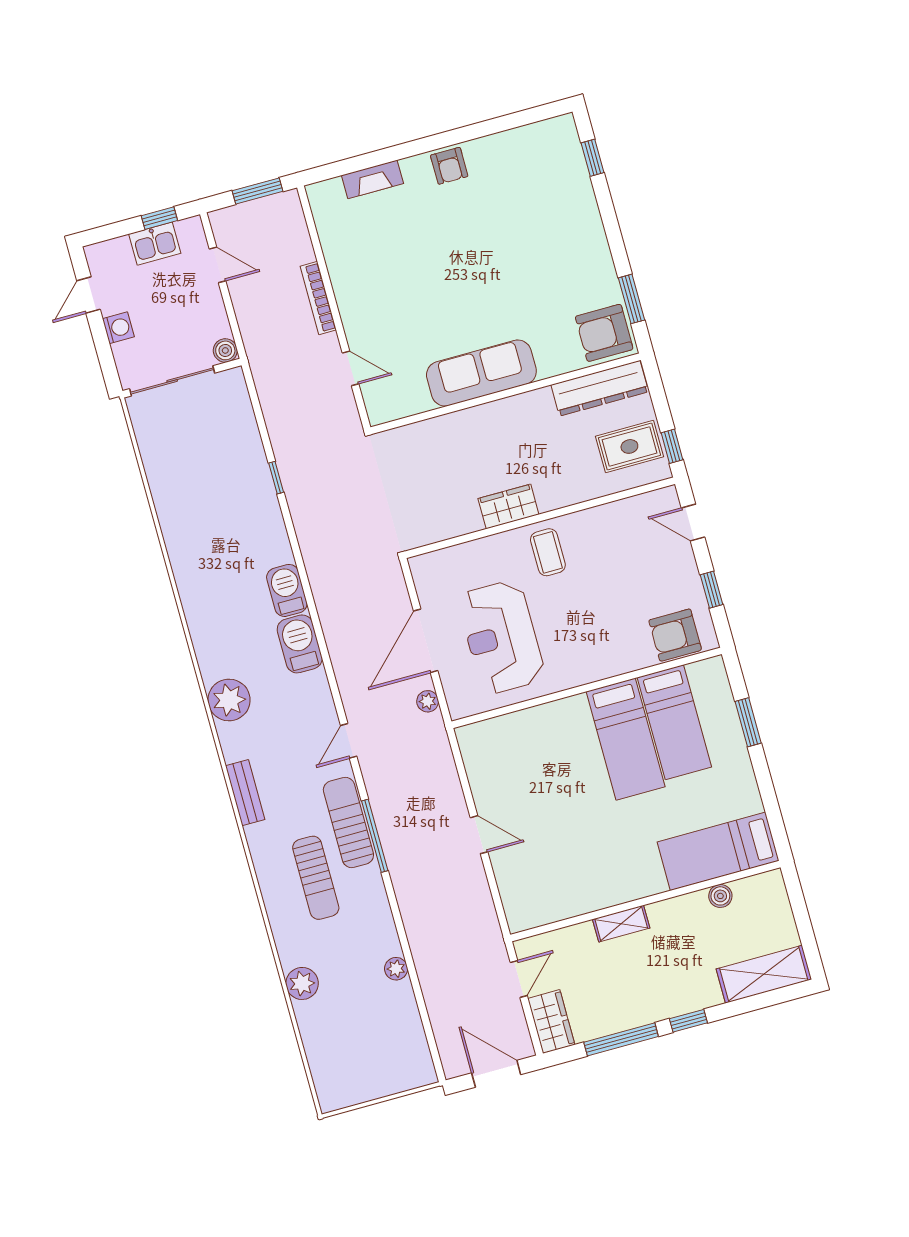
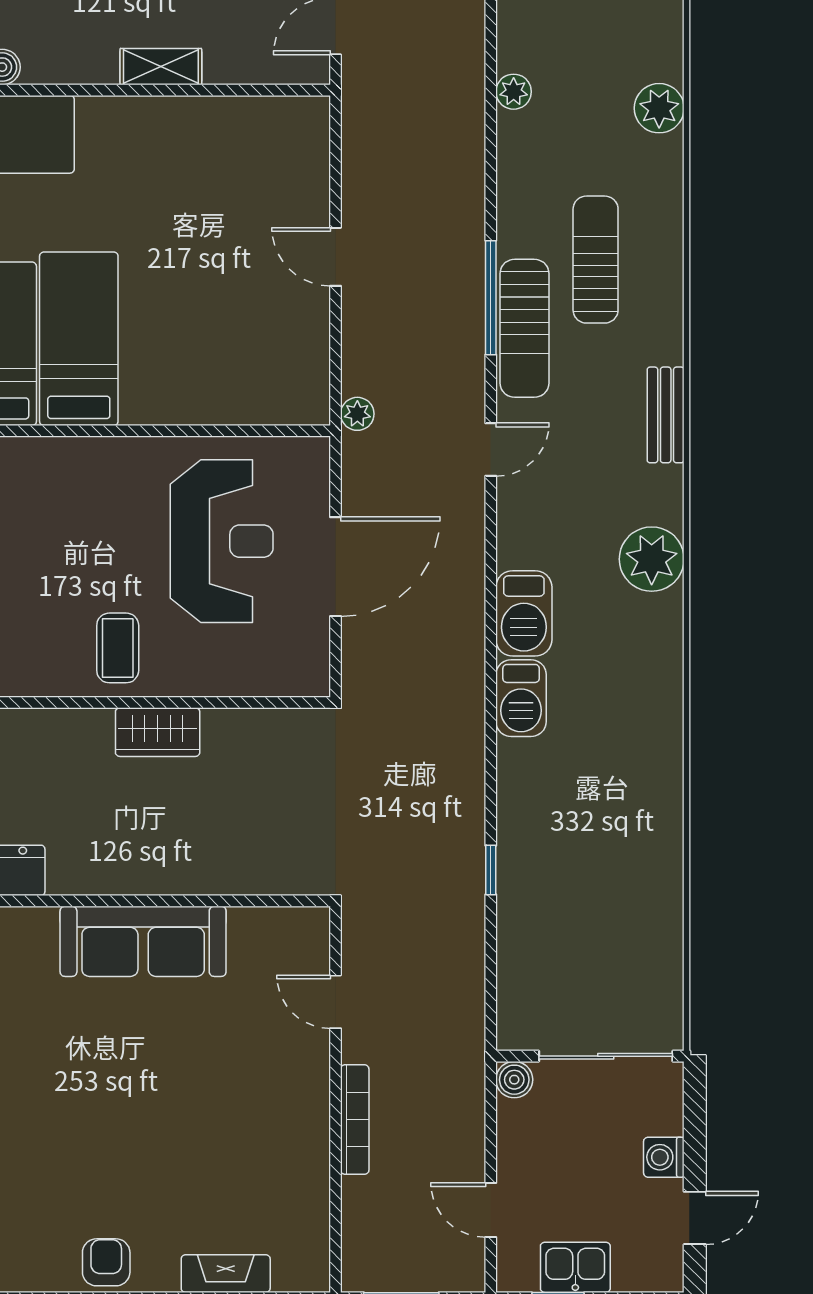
plant: (428, 701) -> (357, 414), moved

